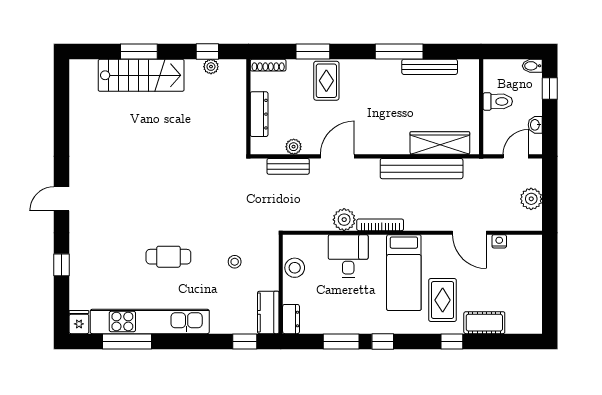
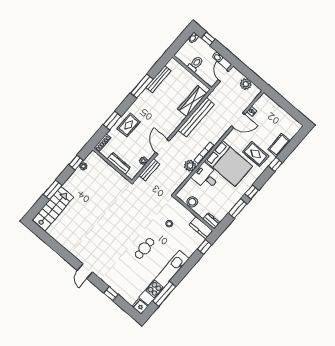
stairs: (141, 75) -> (53, 209), moved
rug: (326, 81) -> (129, 125), turned 90
bed: (404, 273) -> (229, 163), width x1.50

